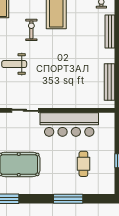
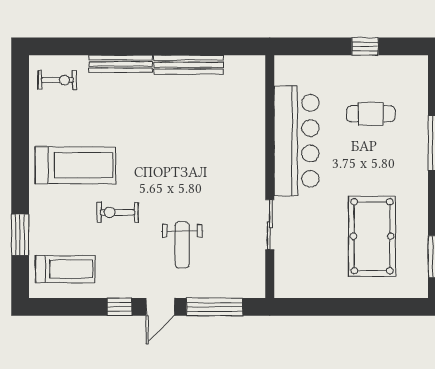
bench: (109, 82) -> (189, 65), moved

